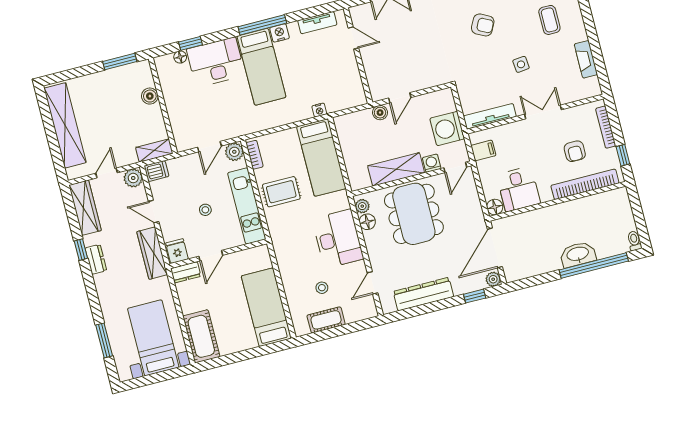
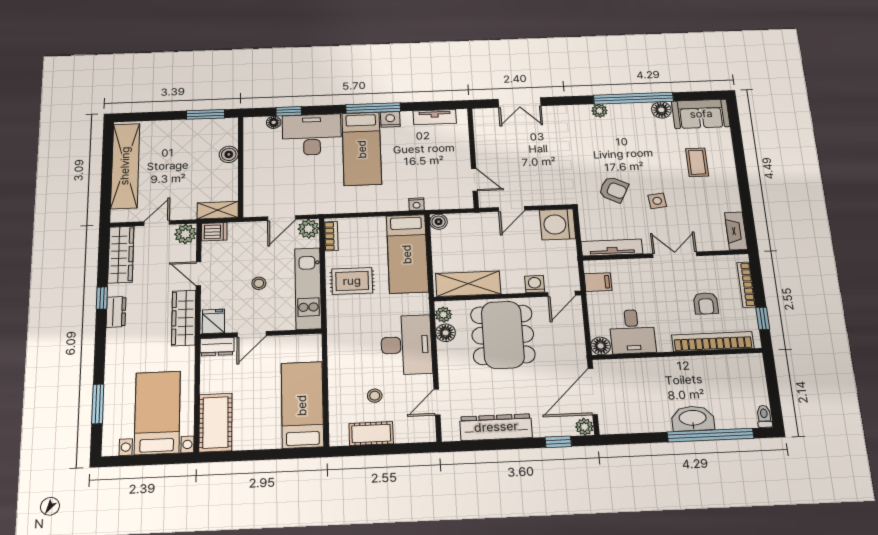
armchair: (483, 25) -> (614, 189), moved
door: (353, 38) -> (474, 180), moved
fireplace: (586, 59) -> (736, 231), moved
boiler: (380, 113) -> (439, 222), moved
washing machine: (447, 129) -> (558, 224), moved
shelving: (396, 169) -> (468, 284), moved

